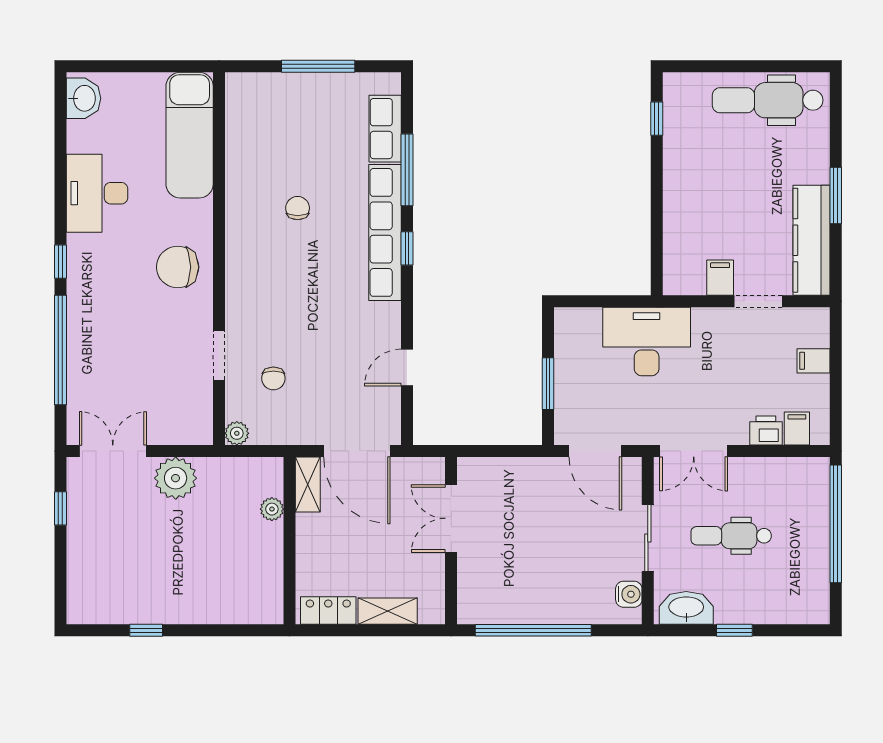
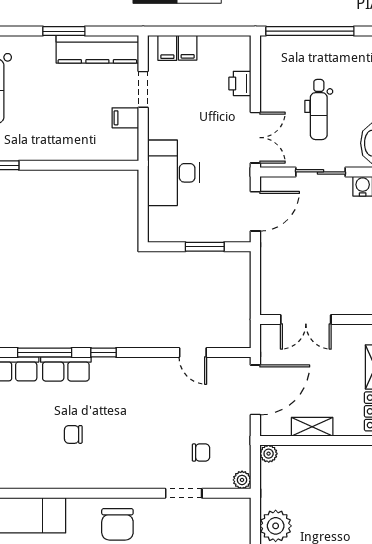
row of seats: (385, 232) -> (66, 369), width x0.50
filing cabinet: (797, 429) -> (167, 48), moved, turned -90
shelving: (308, 485) -> (312, 427), moved
plant: (272, 509) -> (269, 454), moved

